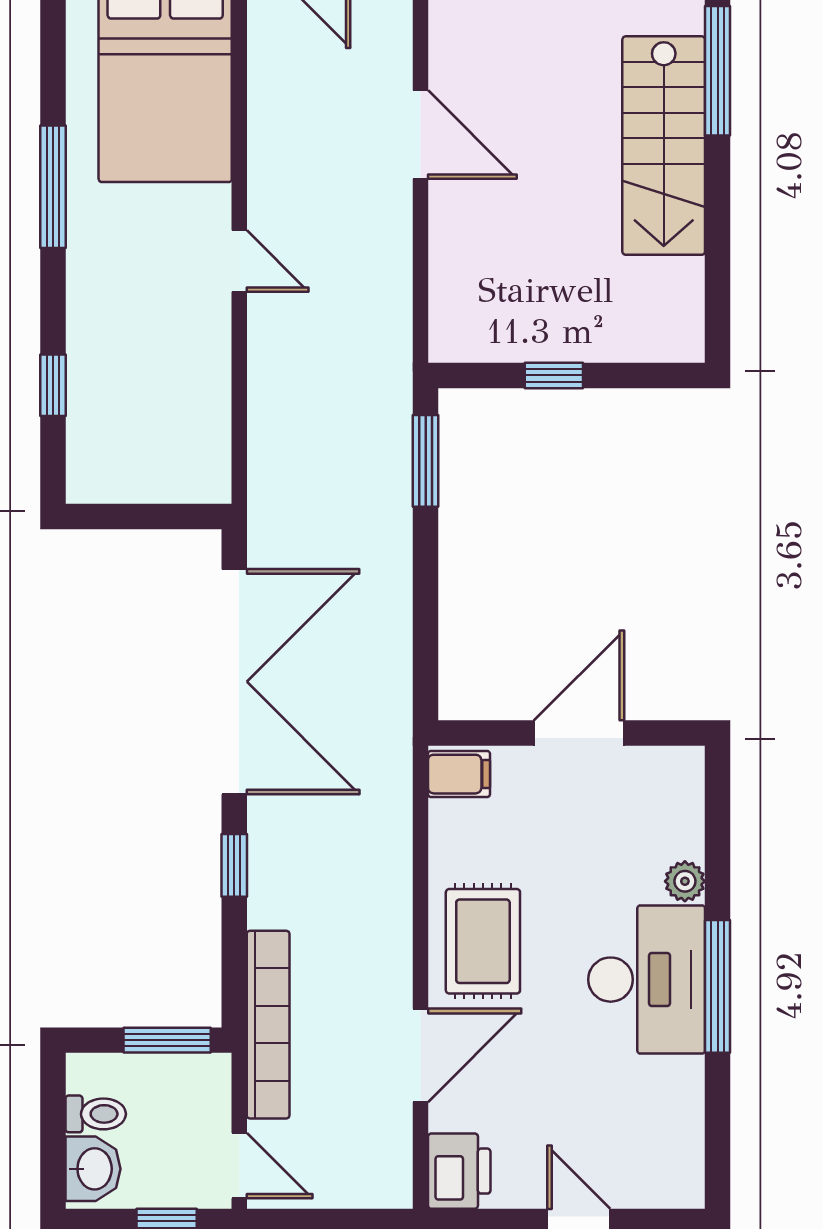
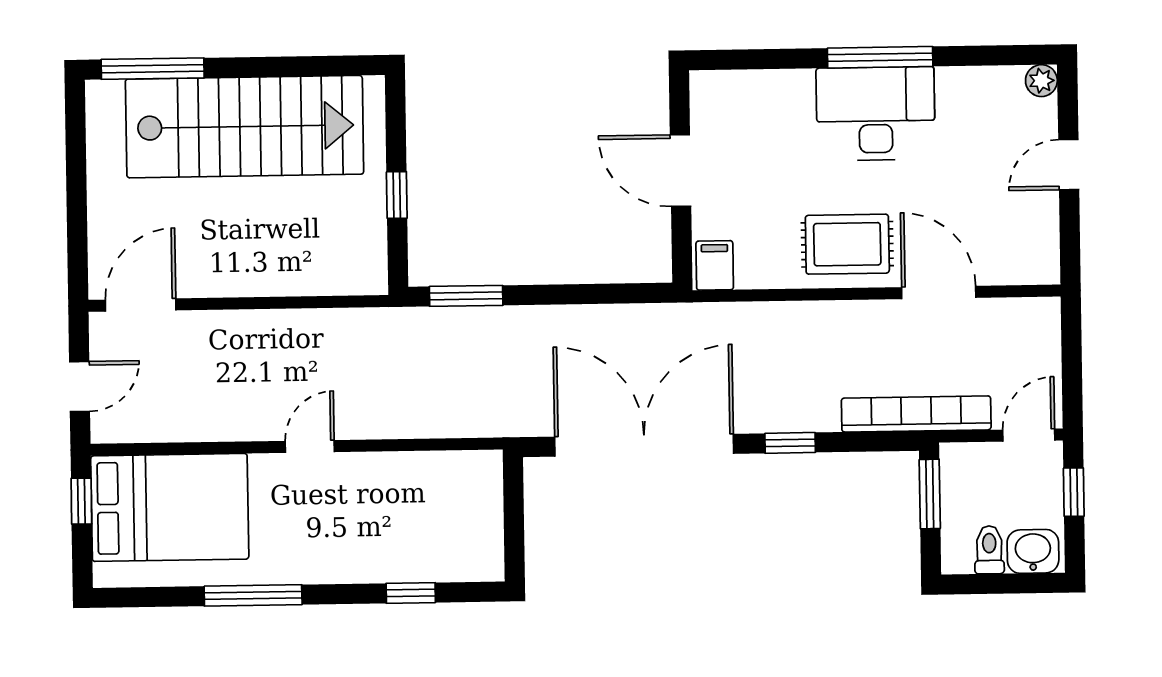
door: (420, 134) -> (141, 305), moved
stairs: (664, 146) -> (245, 127), width x1.36, depth x1.51
plant: (685, 881) -> (1041, 81), moved
printer: (459, 1171) -> (1030, 260), removed

